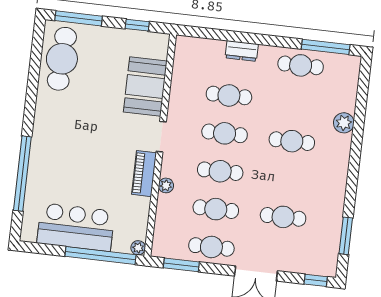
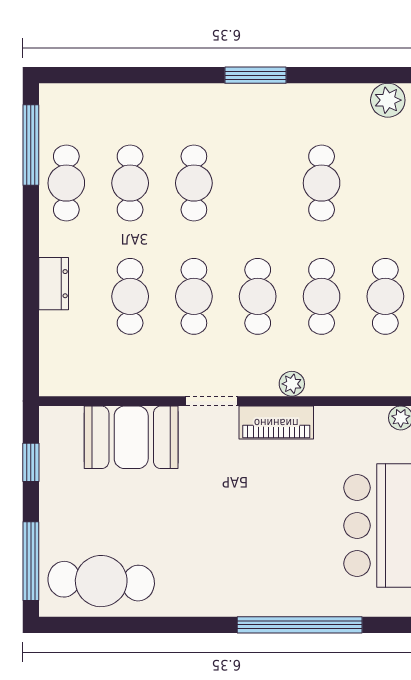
cafe table: (296, 103) -> (130, 183), added
plant: (344, 123) -> (388, 100), moved
window: (346, 236) -> (256, 75), moved

